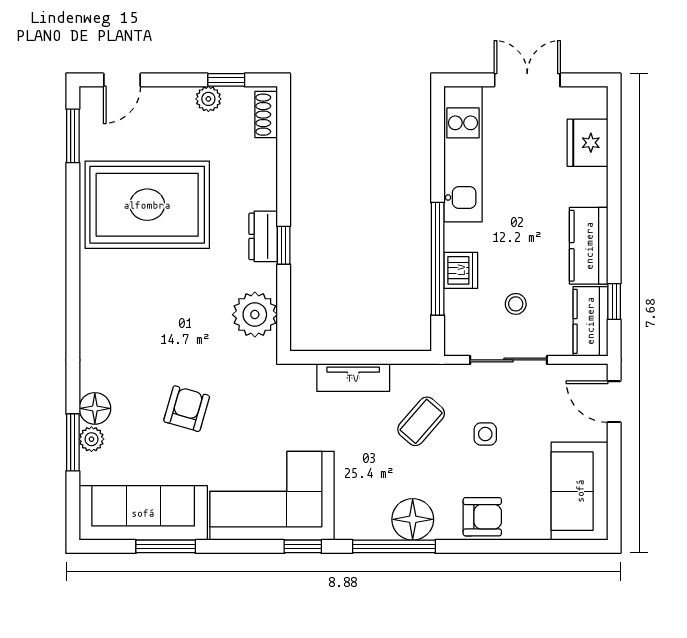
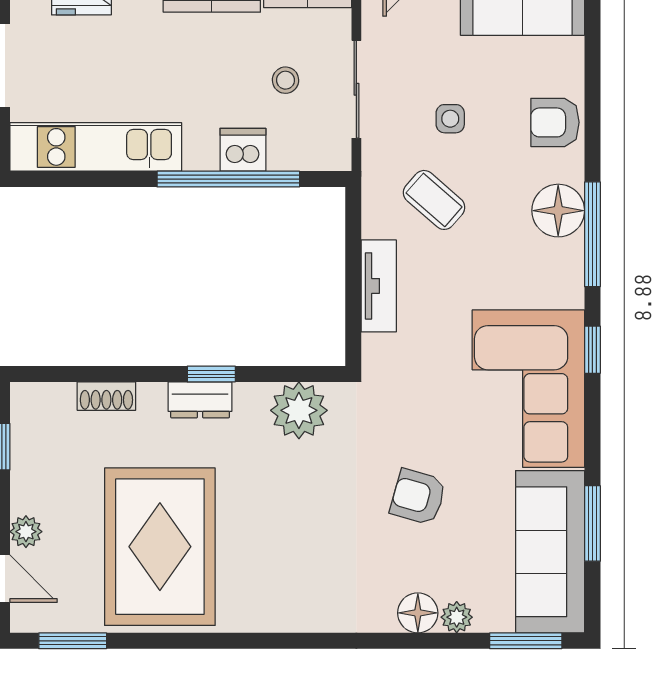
plant: (208, 99) -> (26, 532), moved
shoe rack: (266, 115) -> (106, 396), moved
window: (73, 442) -> (526, 641), moved
armchair: (482, 517) -> (555, 122), turned -90

